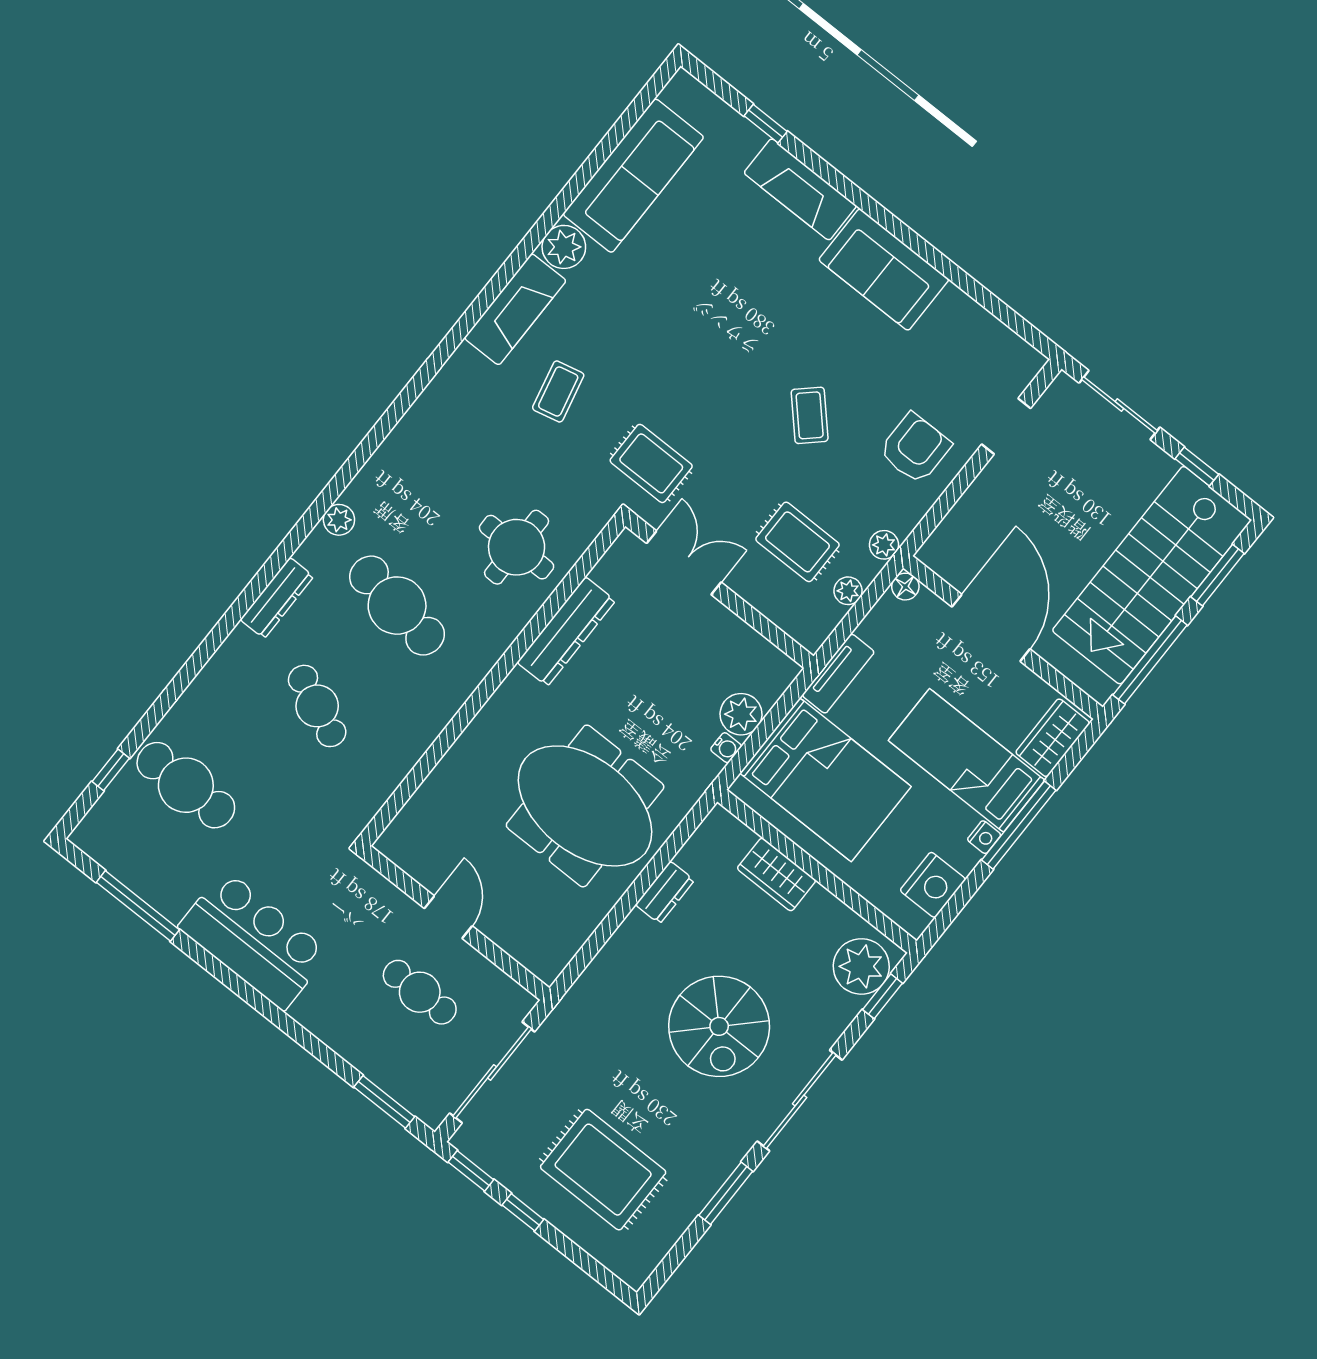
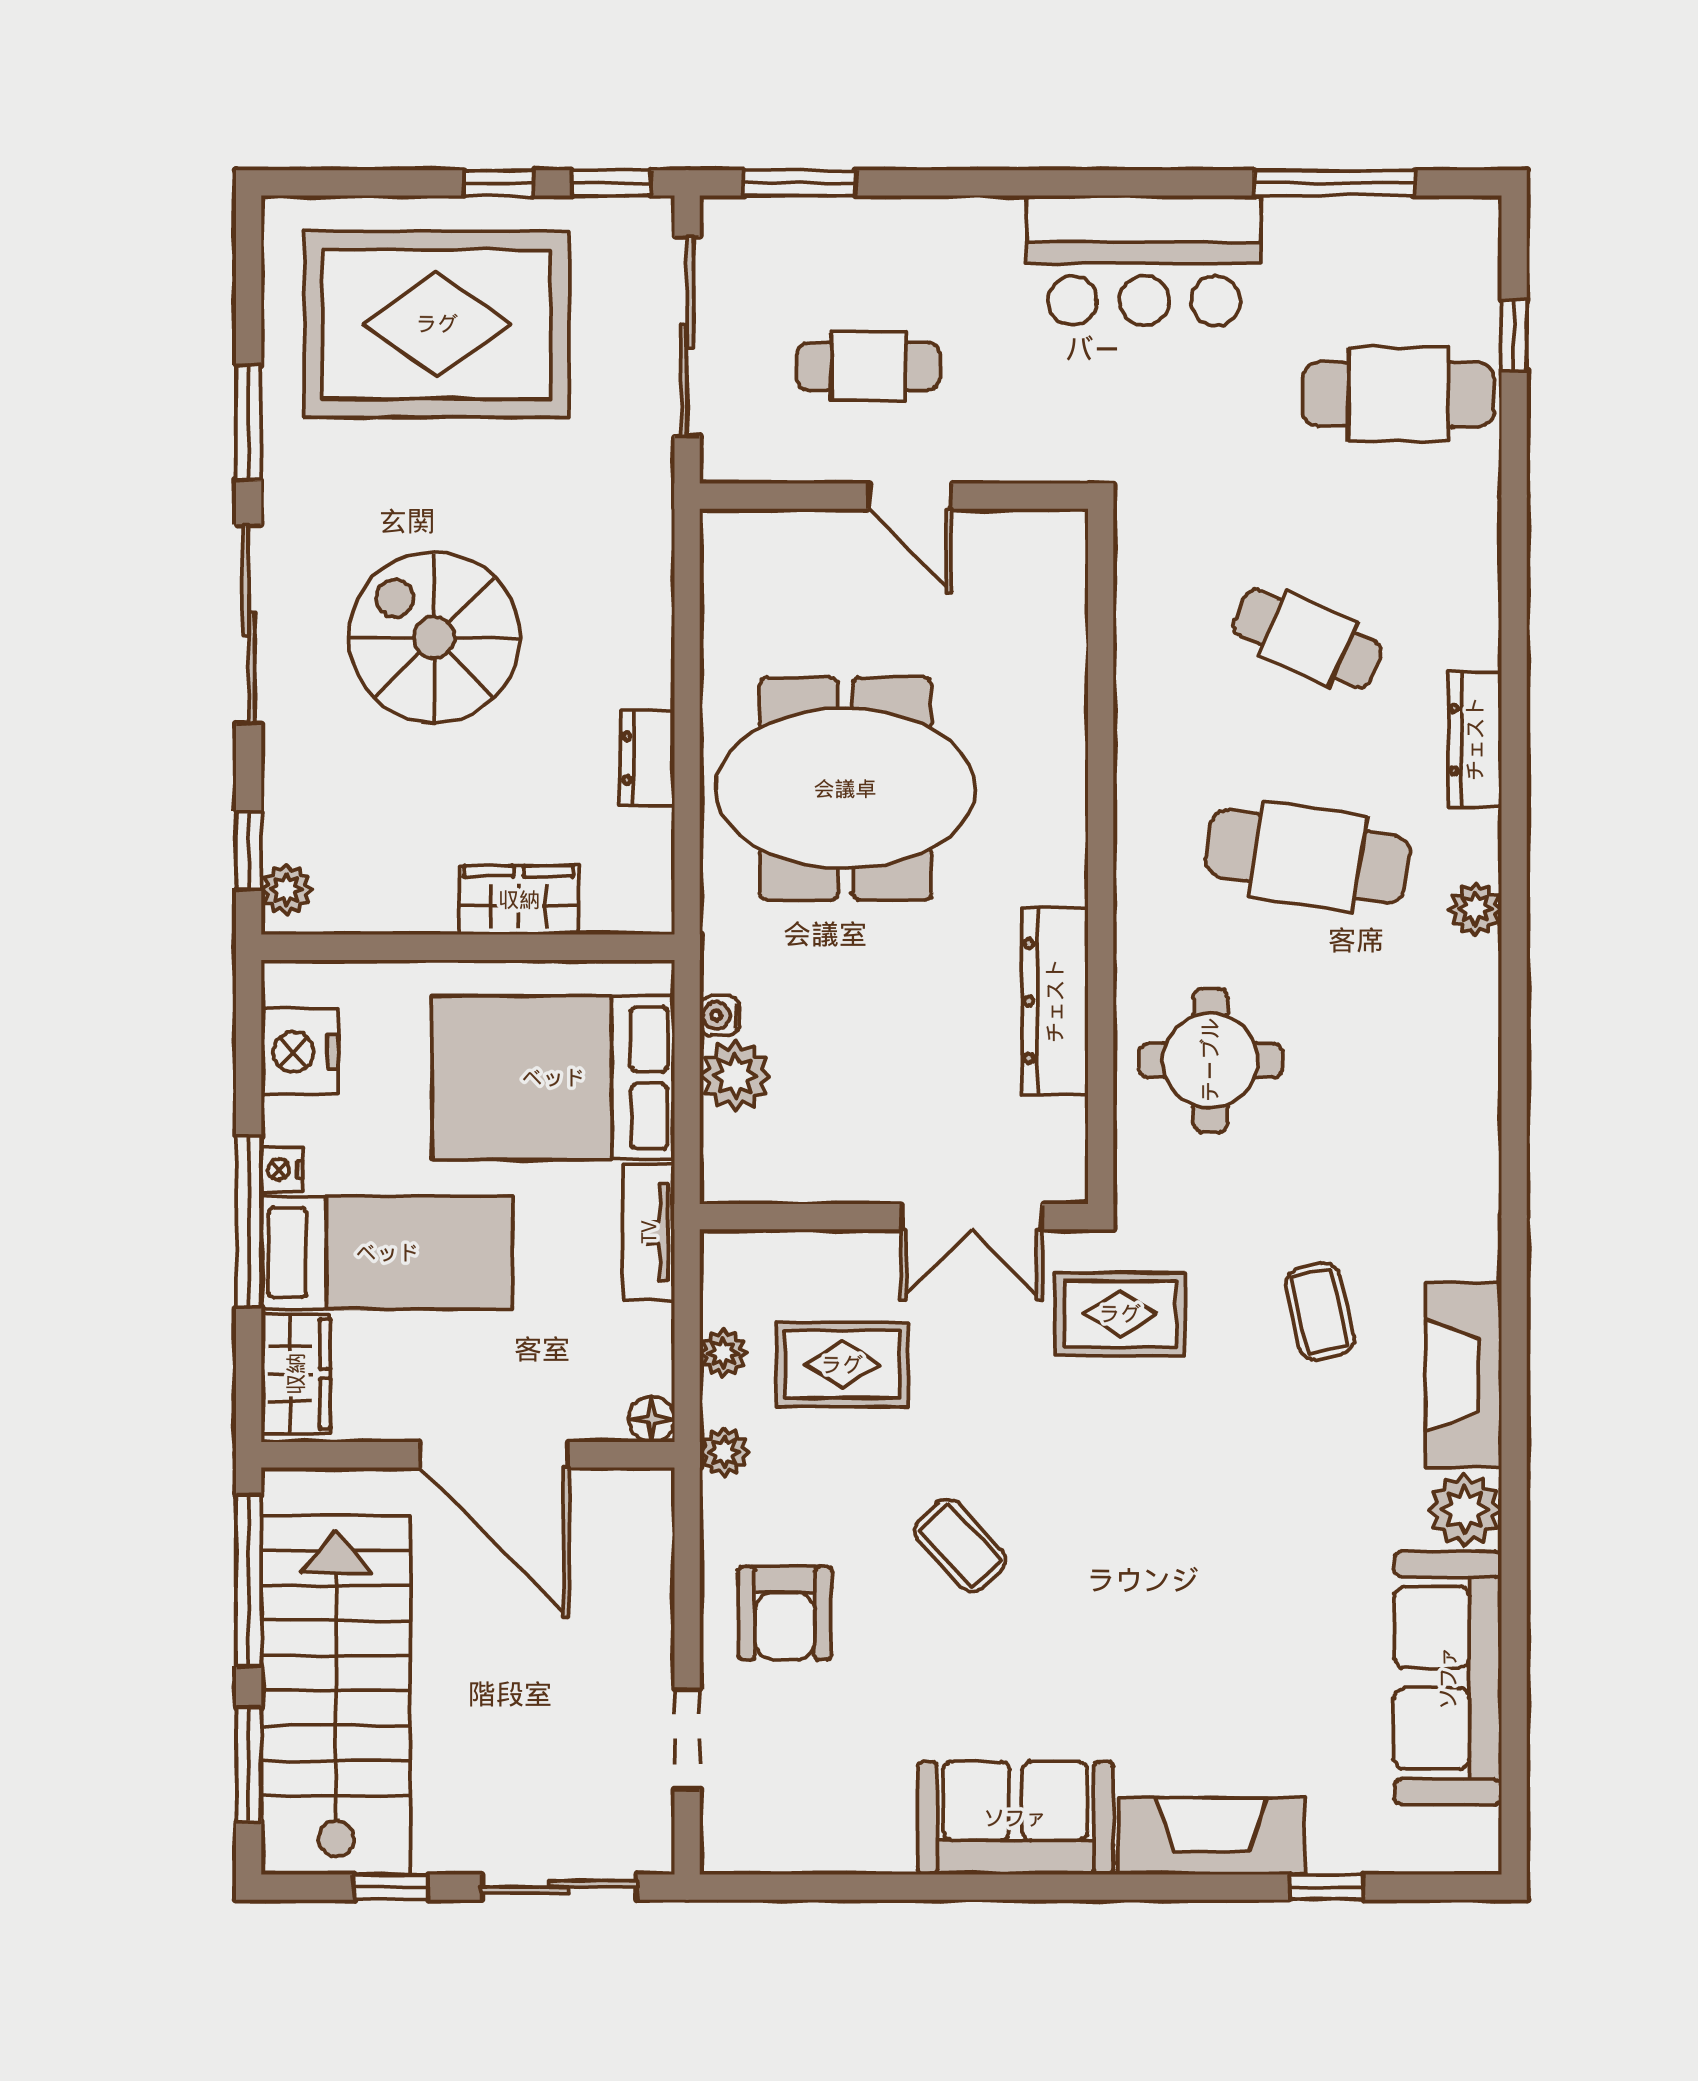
plant: (861, 966) -> (286, 890), width x0.53, depth x0.53
rug: (603, 1170) -> (437, 324), width x1.37, depth x1.44

